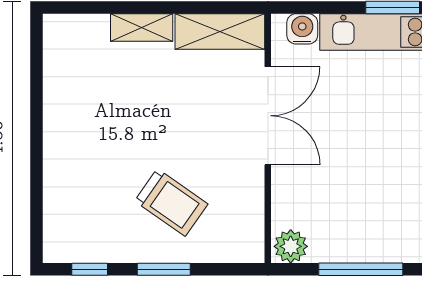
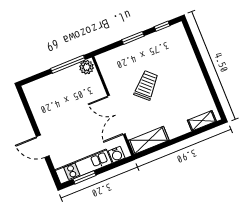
shelving: (142, 28) -> (202, 121), moved
trolley: (171, 202) -> (146, 85), moved, turned 98
window: (361, 269) -> (68, 64), moved

